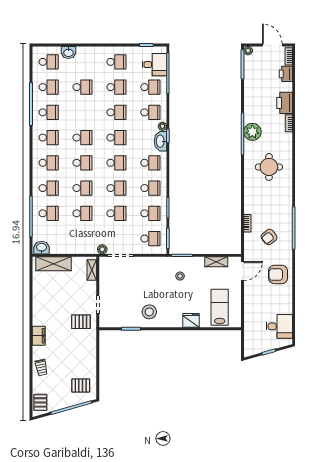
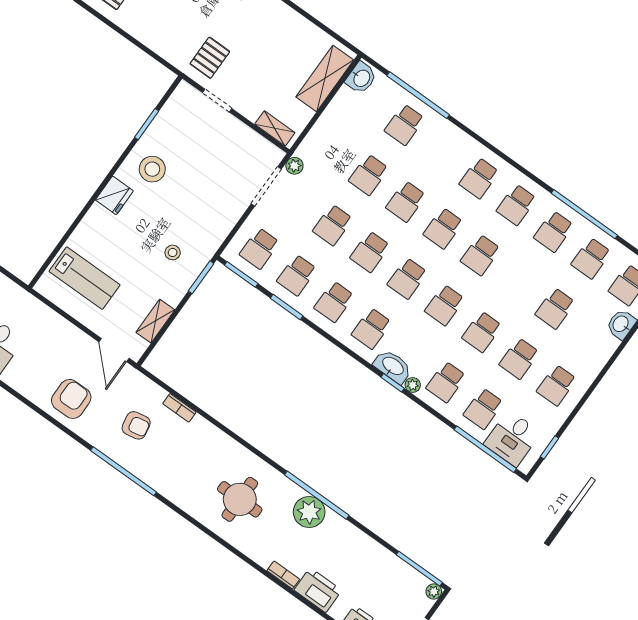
school desk: (49, 188) -> (442, 151), removed
armchair: (269, 237) -> (136, 425), turned 117
fridge: (191, 320) -> (114, 195), moved

